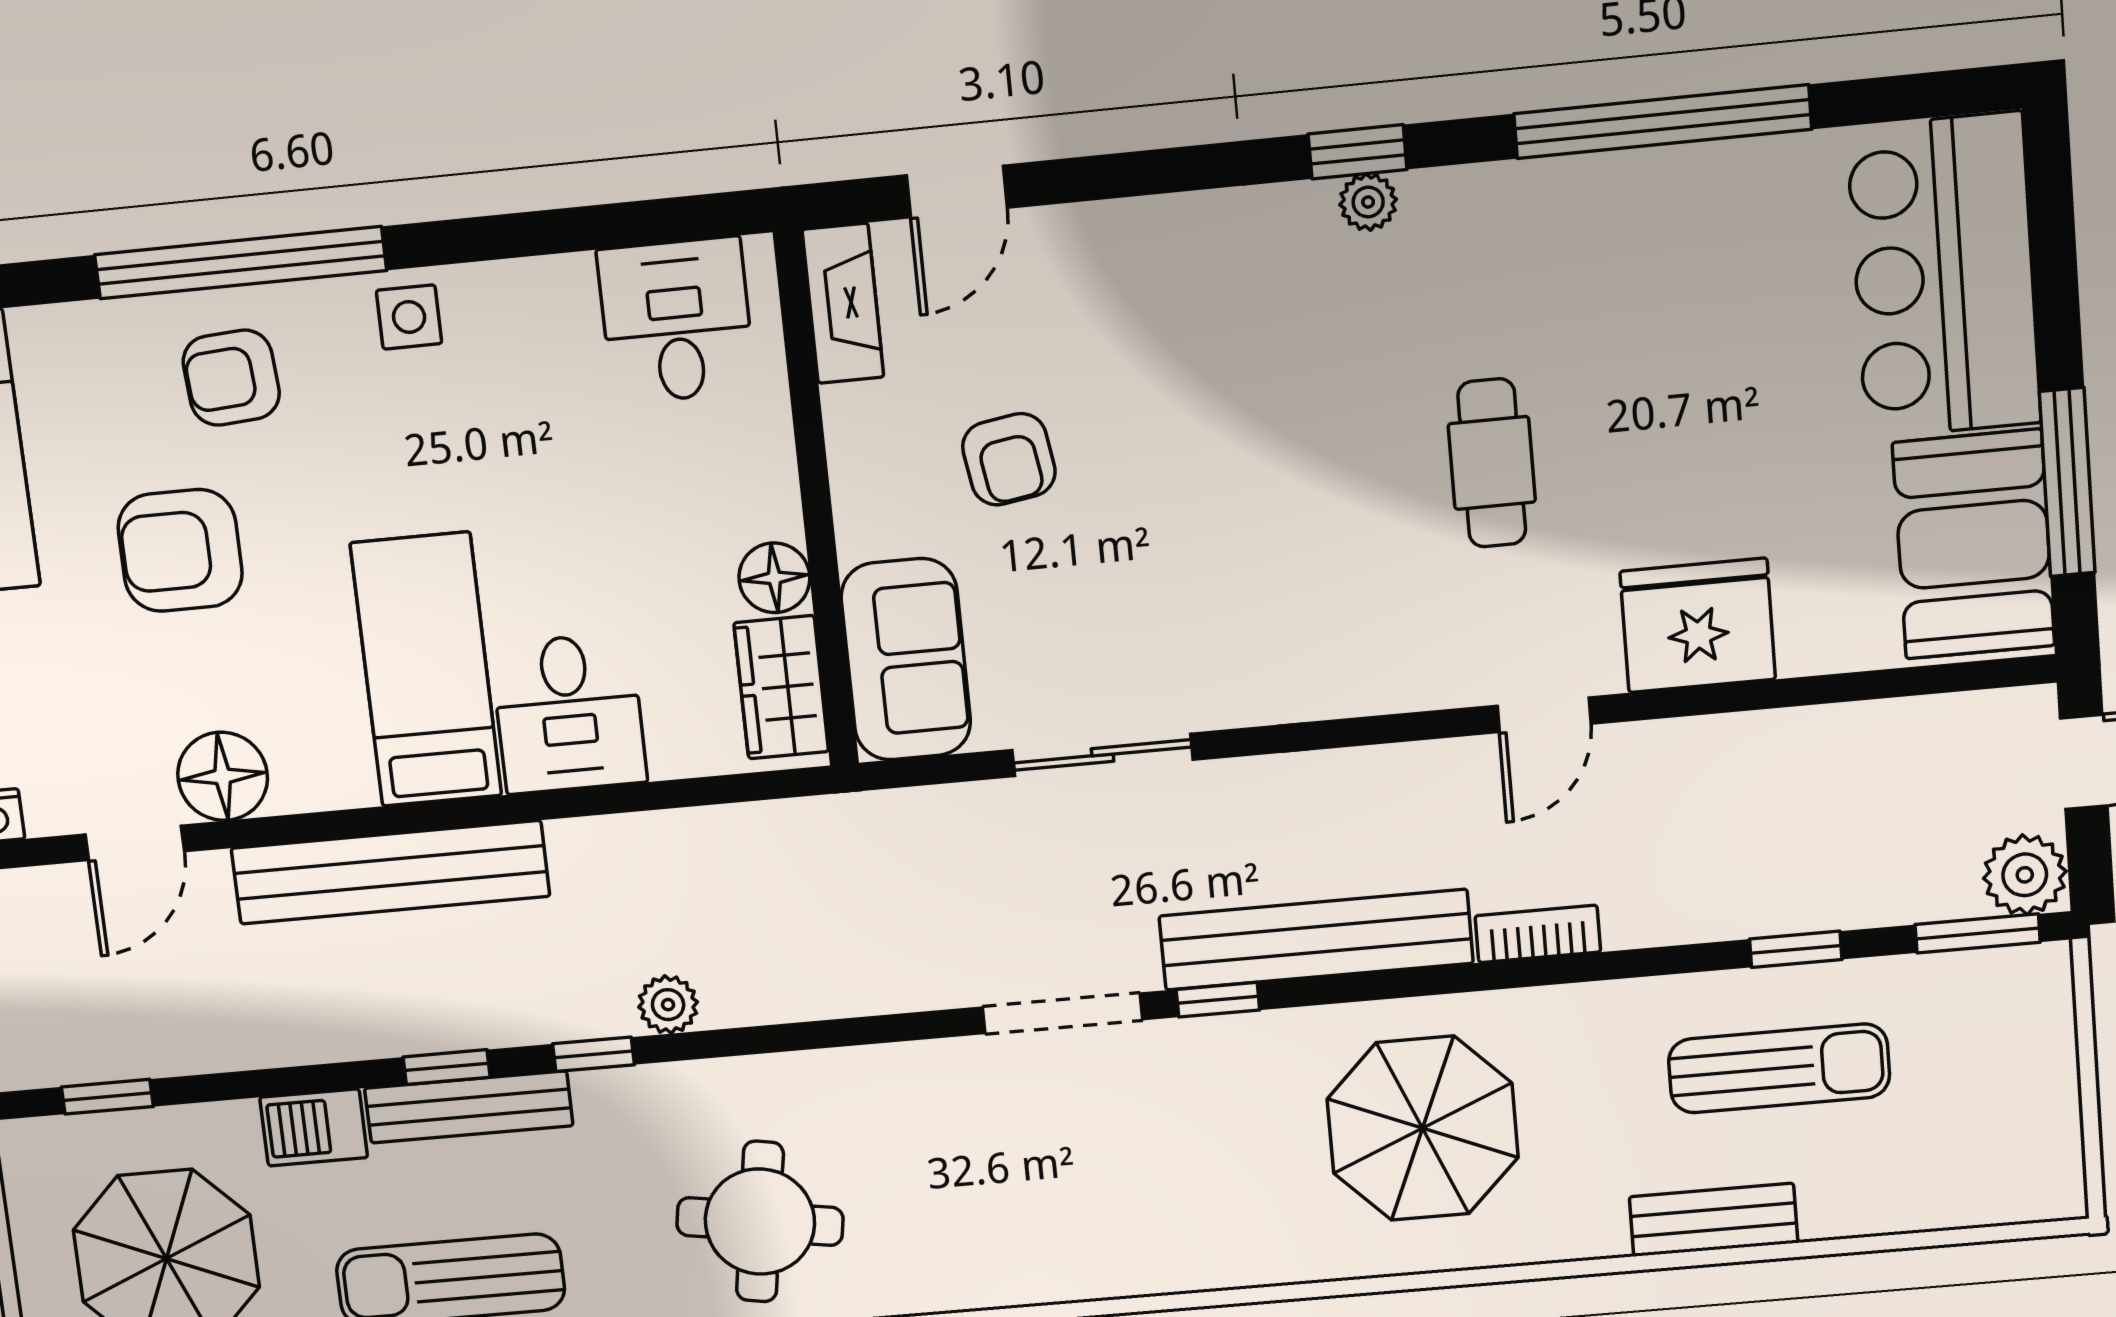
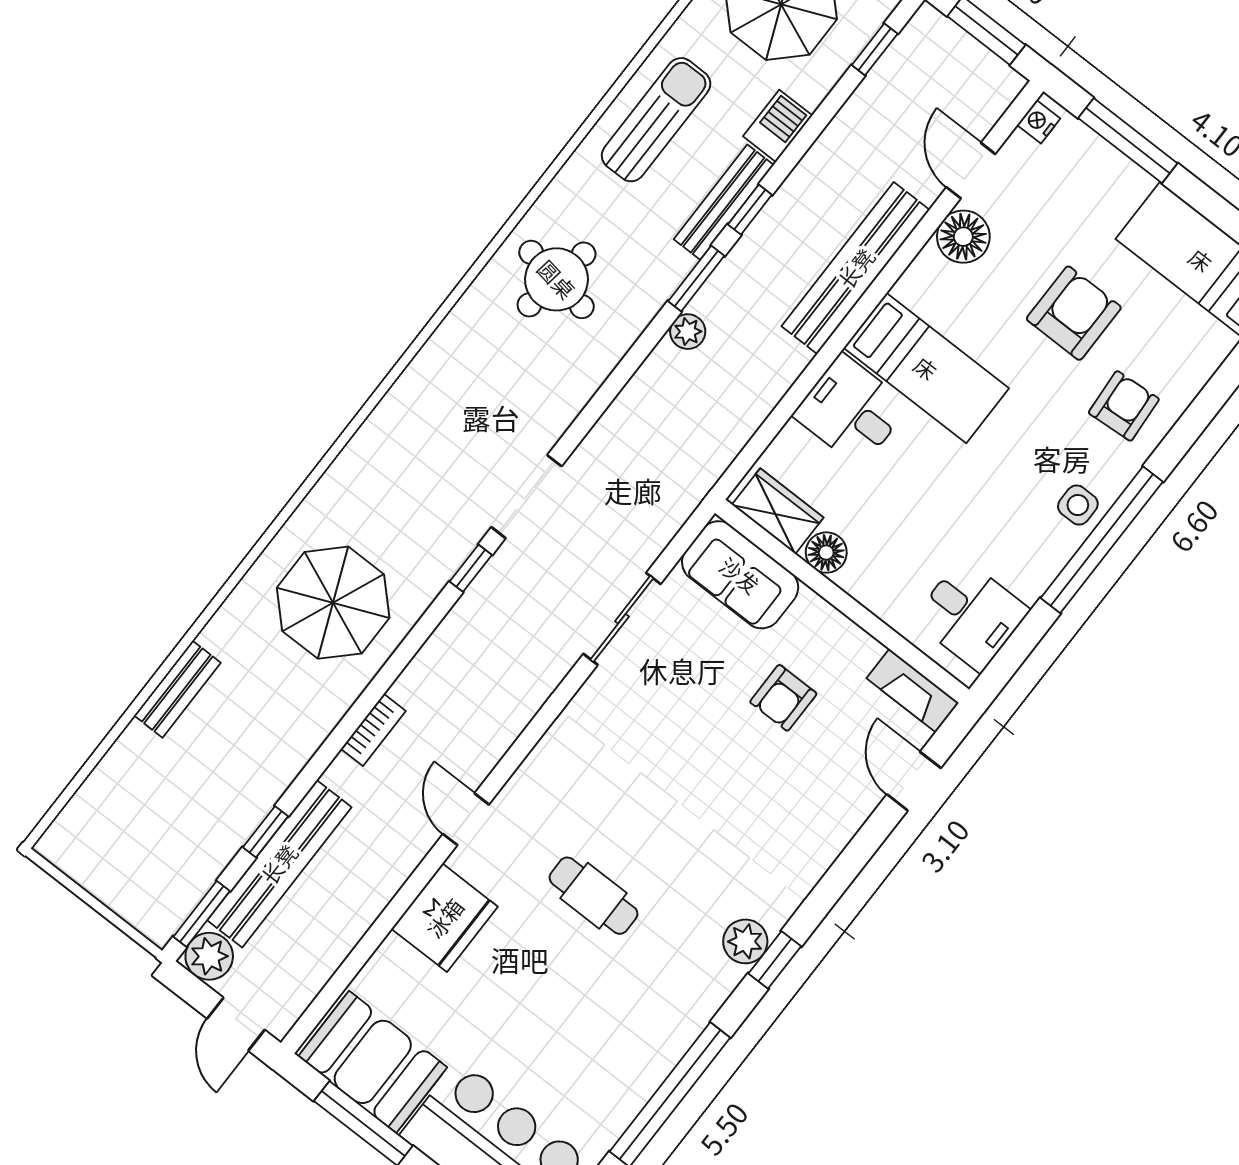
plant: (1368, 202) -> (745, 941), width x1.38, depth x1.38
window: (240, 263) -> (1102, 540), moved
armchair: (1009, 459) -> (783, 698), turned -81
bench: (1316, 940) -> (279, 864), moved
window: (594, 1054) -> (696, 279), width x1.50
sun lounger: (1779, 1068) -> (219, 778), removed

